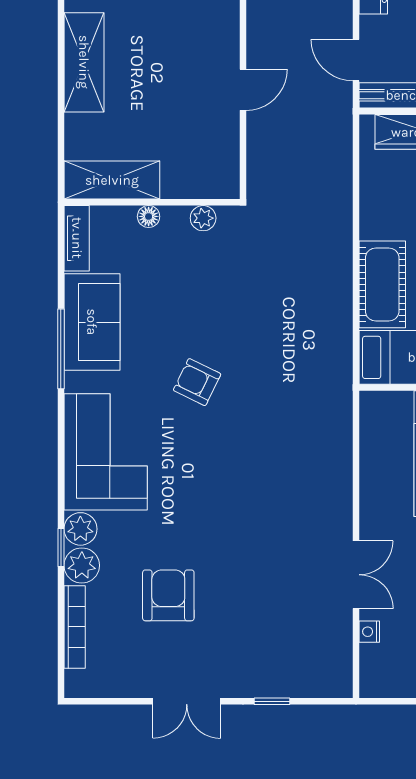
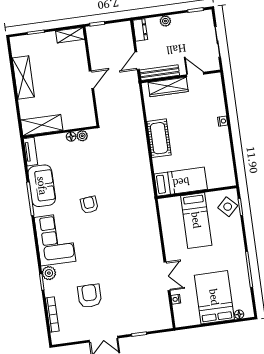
door: (356, 60) -> (137, 61), hinge flipped
floor lamp: (149, 216) -> (71, 137), moved
cot: (382, 284) -> (159, 138), moved
armchair: (197, 382) -> (89, 205), turned 59
plant: (82, 565) -> (52, 288), removed

